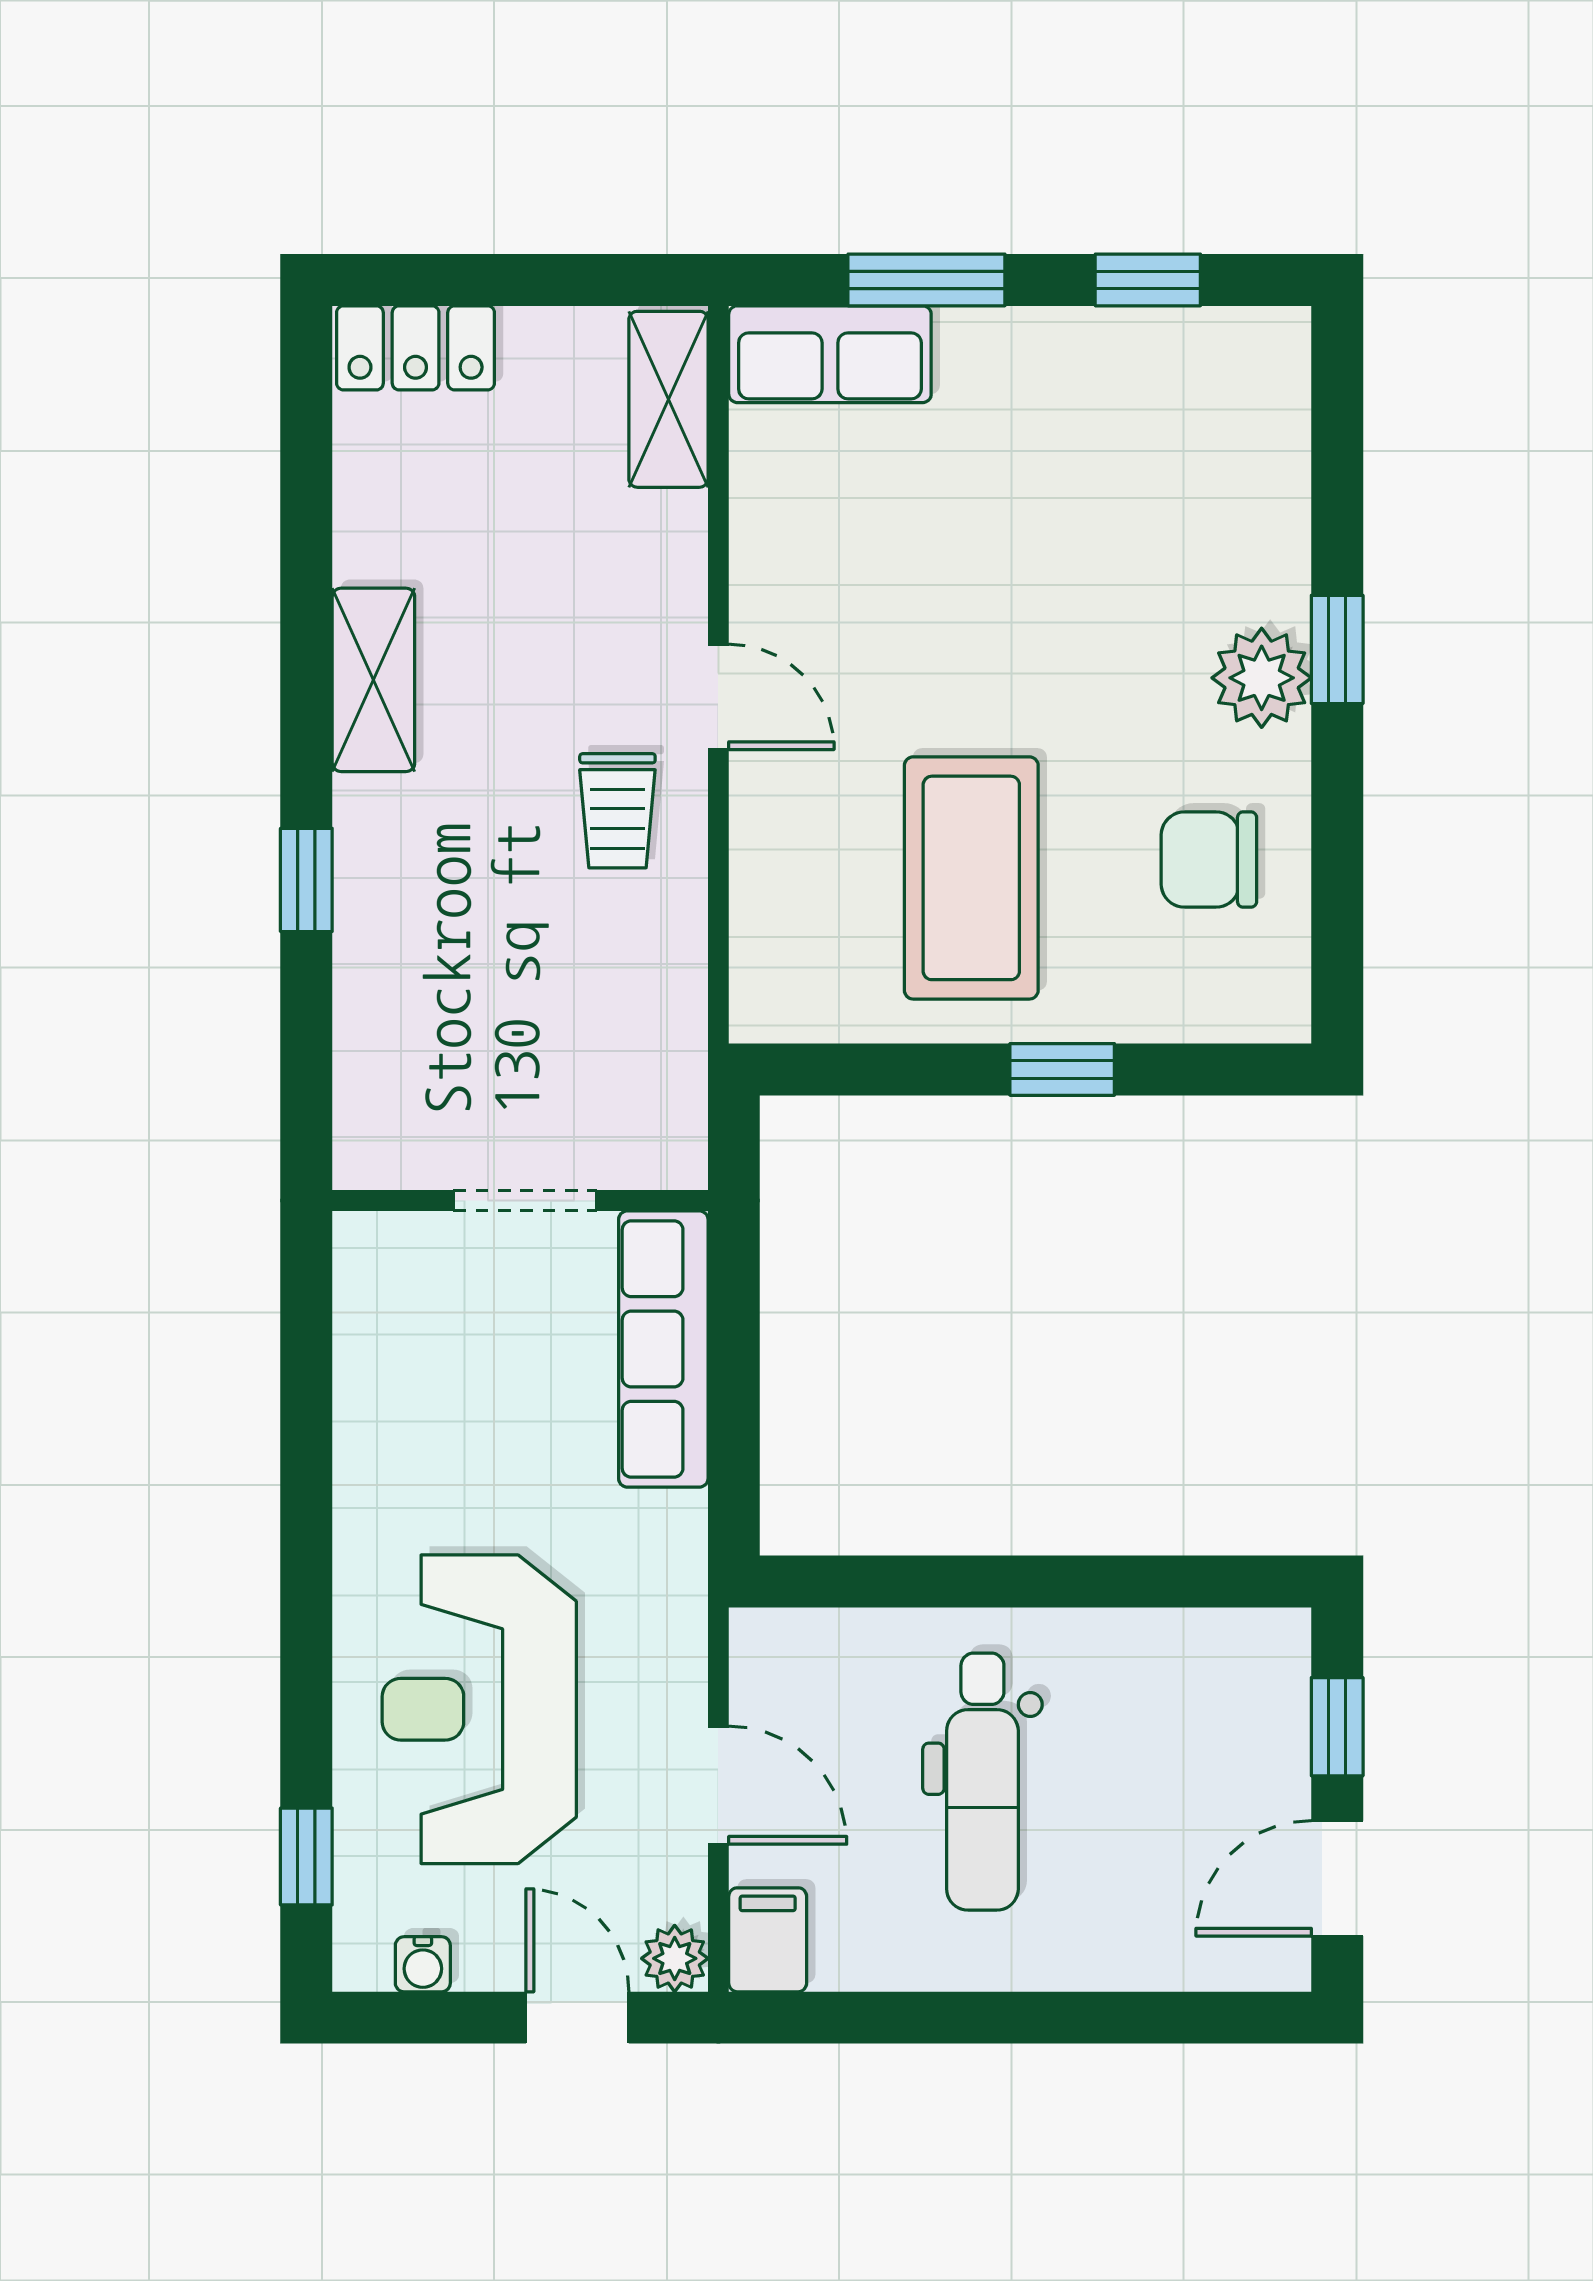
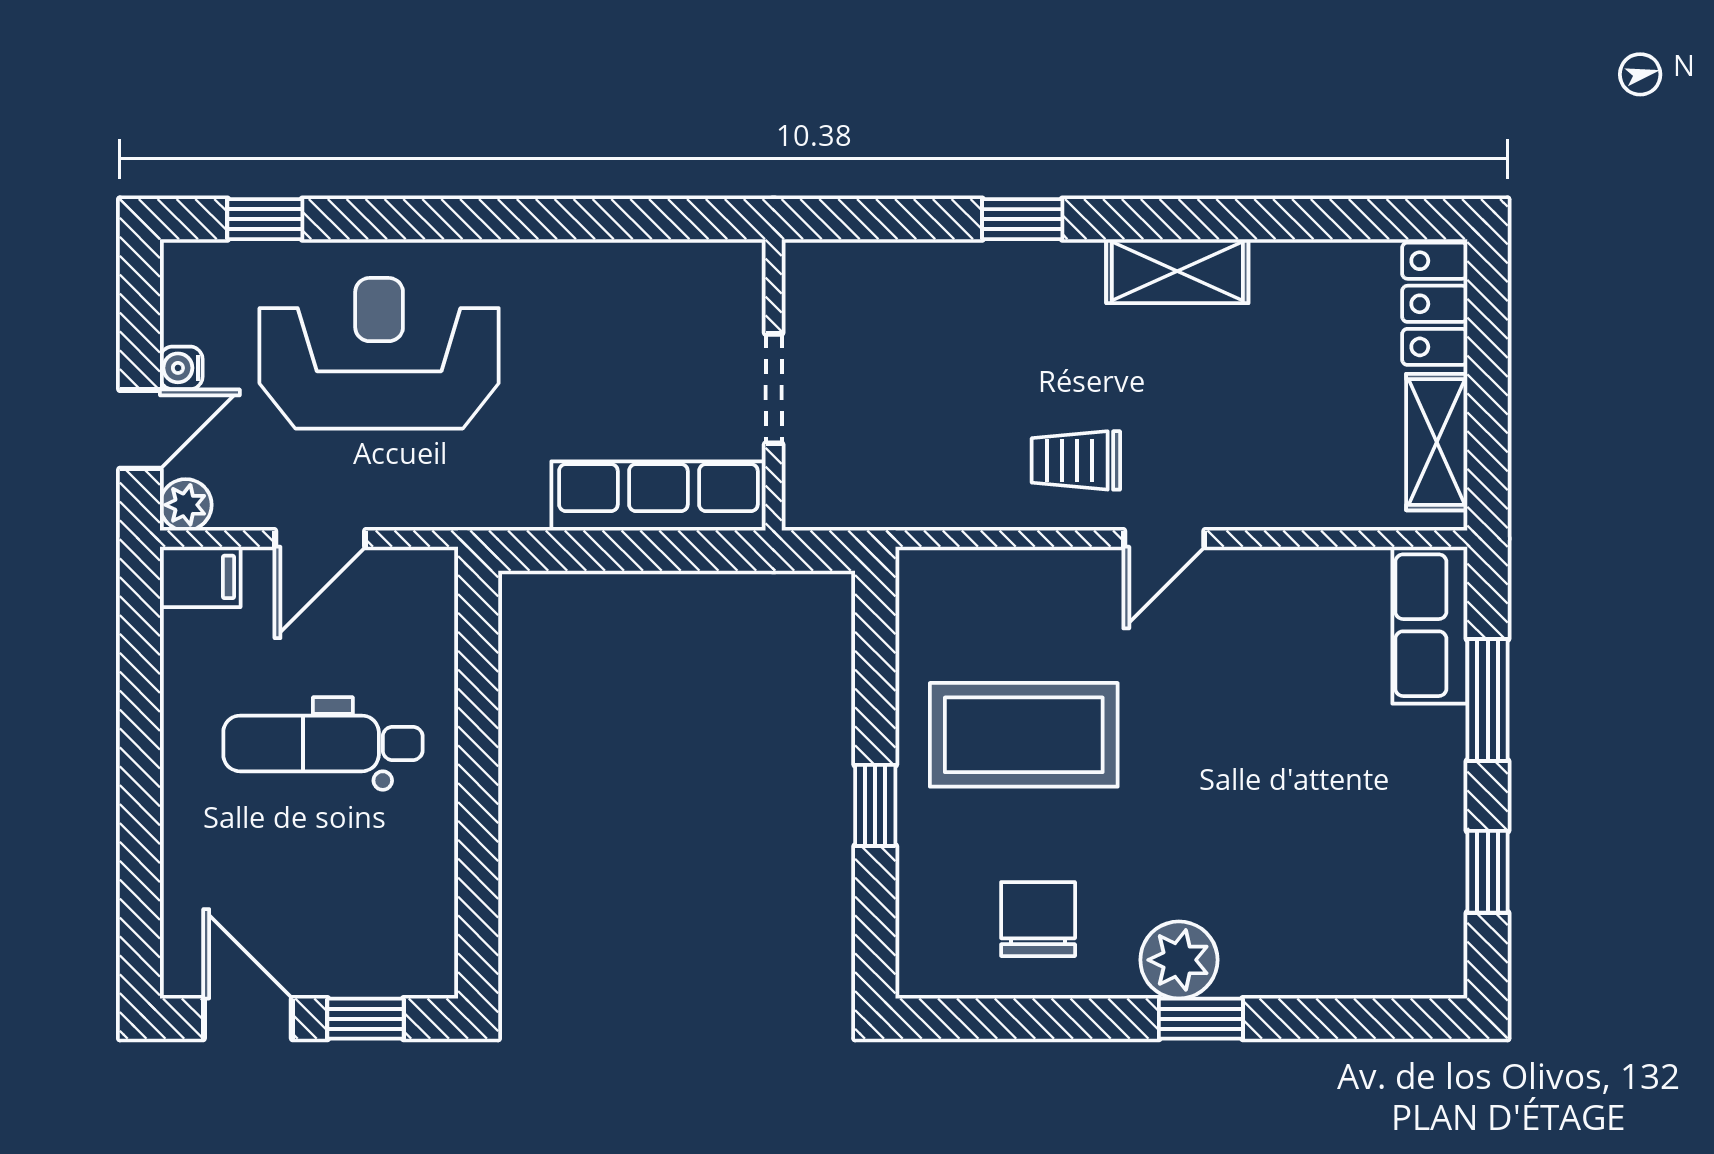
shelving: (668, 399) -> (1437, 442), moved, turned 90
water cooler: (423, 1964) -> (181, 368), moved

